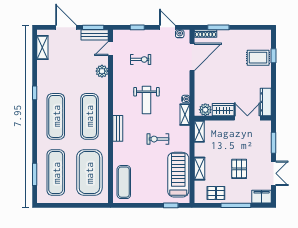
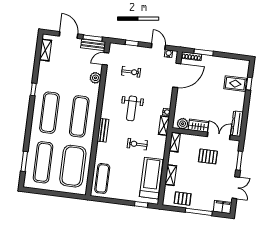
pallet: (239, 169) -> (208, 156), moved, turned 90

